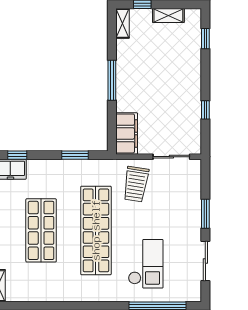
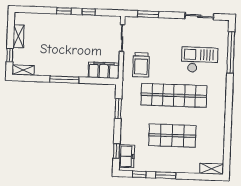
window: (205, 39) -> (64, 11), moved
trolley: (136, 184) -> (141, 65), turned 81
window: (205, 214) -> (148, 14), moved

